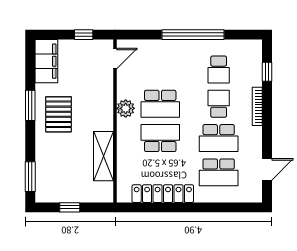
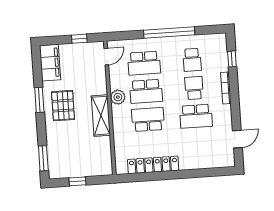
shelving: (104, 156) -> (101, 116), moved
school desk: (219, 172) -> (144, 63), moved

